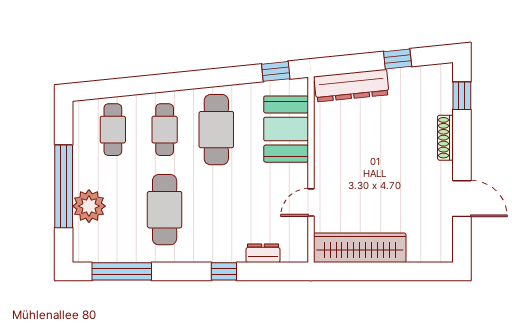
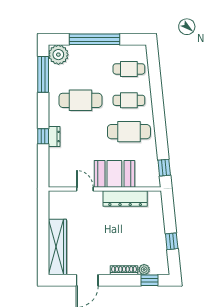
dresser: (351, 86) -> (125, 198), moved, turned -84
plant: (444, 104) -> (144, 270), added
booth: (286, 129) -> (114, 174), moved
plant: (89, 206) -> (58, 55), moved
wardrobe: (360, 248) -> (57, 247), moved
dresser: (263, 253) -> (54, 137), moved

